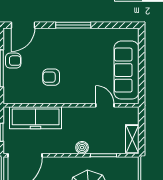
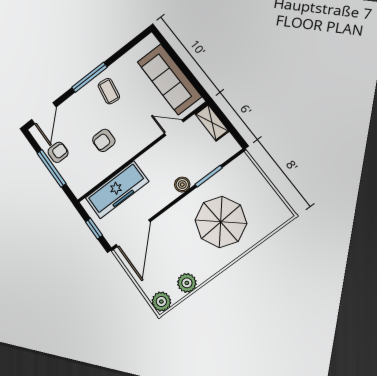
coffee table: (80, 46) -> (109, 91), added
shelving: (132, 139) -> (212, 122), moved

